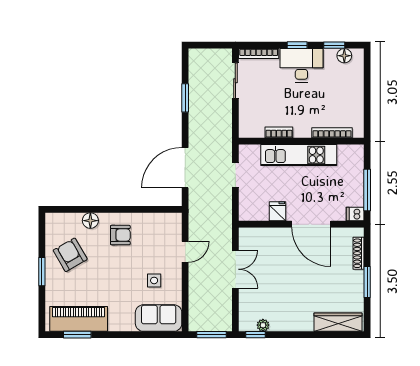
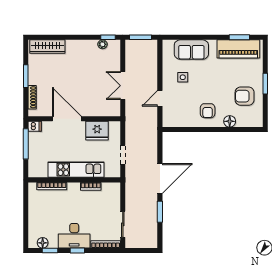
door: (185, 168) -> (160, 179), moved
fridge: (278, 211) -> (97, 131), width x1.88, depth x1.34
armchair: (120, 235) -> (208, 111), turned -90
armchair: (70, 255) -> (245, 96), turned 120
sofa: (159, 318) -> (191, 50), moved

